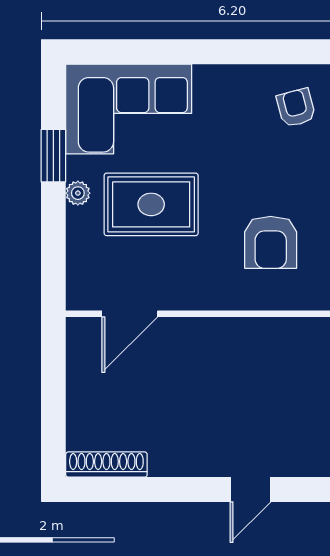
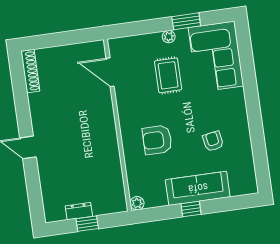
armchair: (296, 108) -> (213, 141), moved, turned -85
rug: (151, 204) -> (168, 75), width x0.73, depth x0.70

